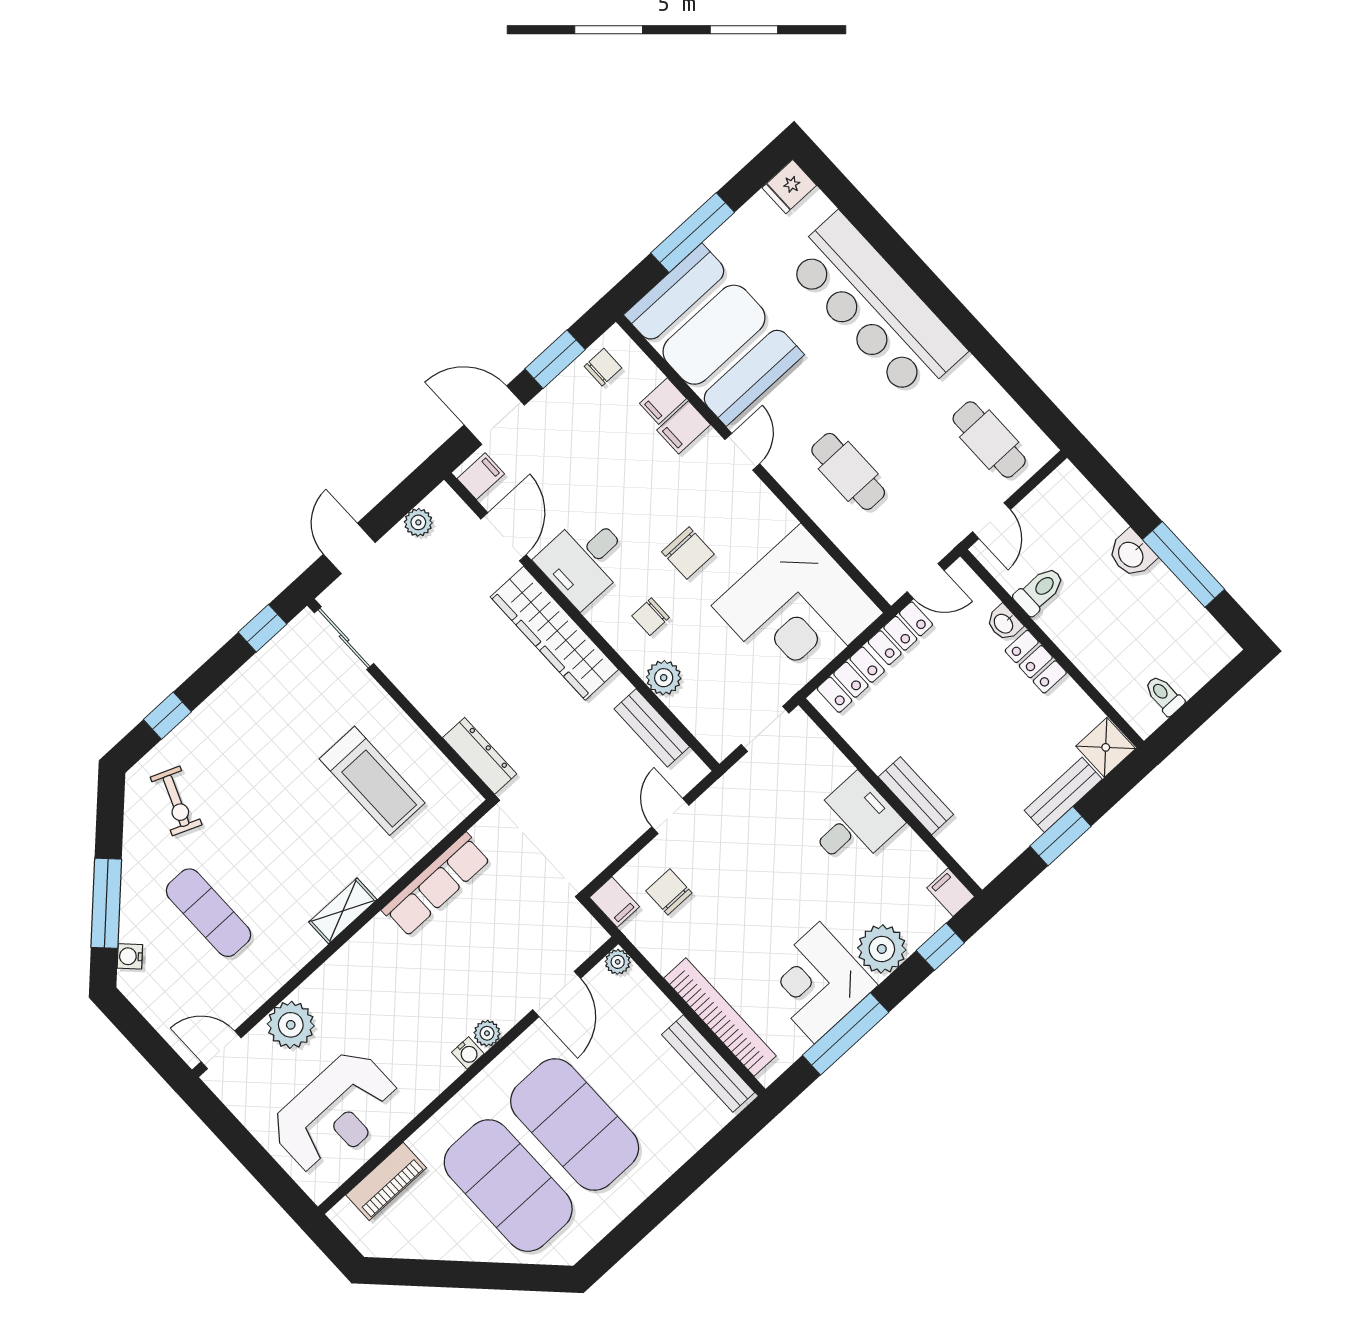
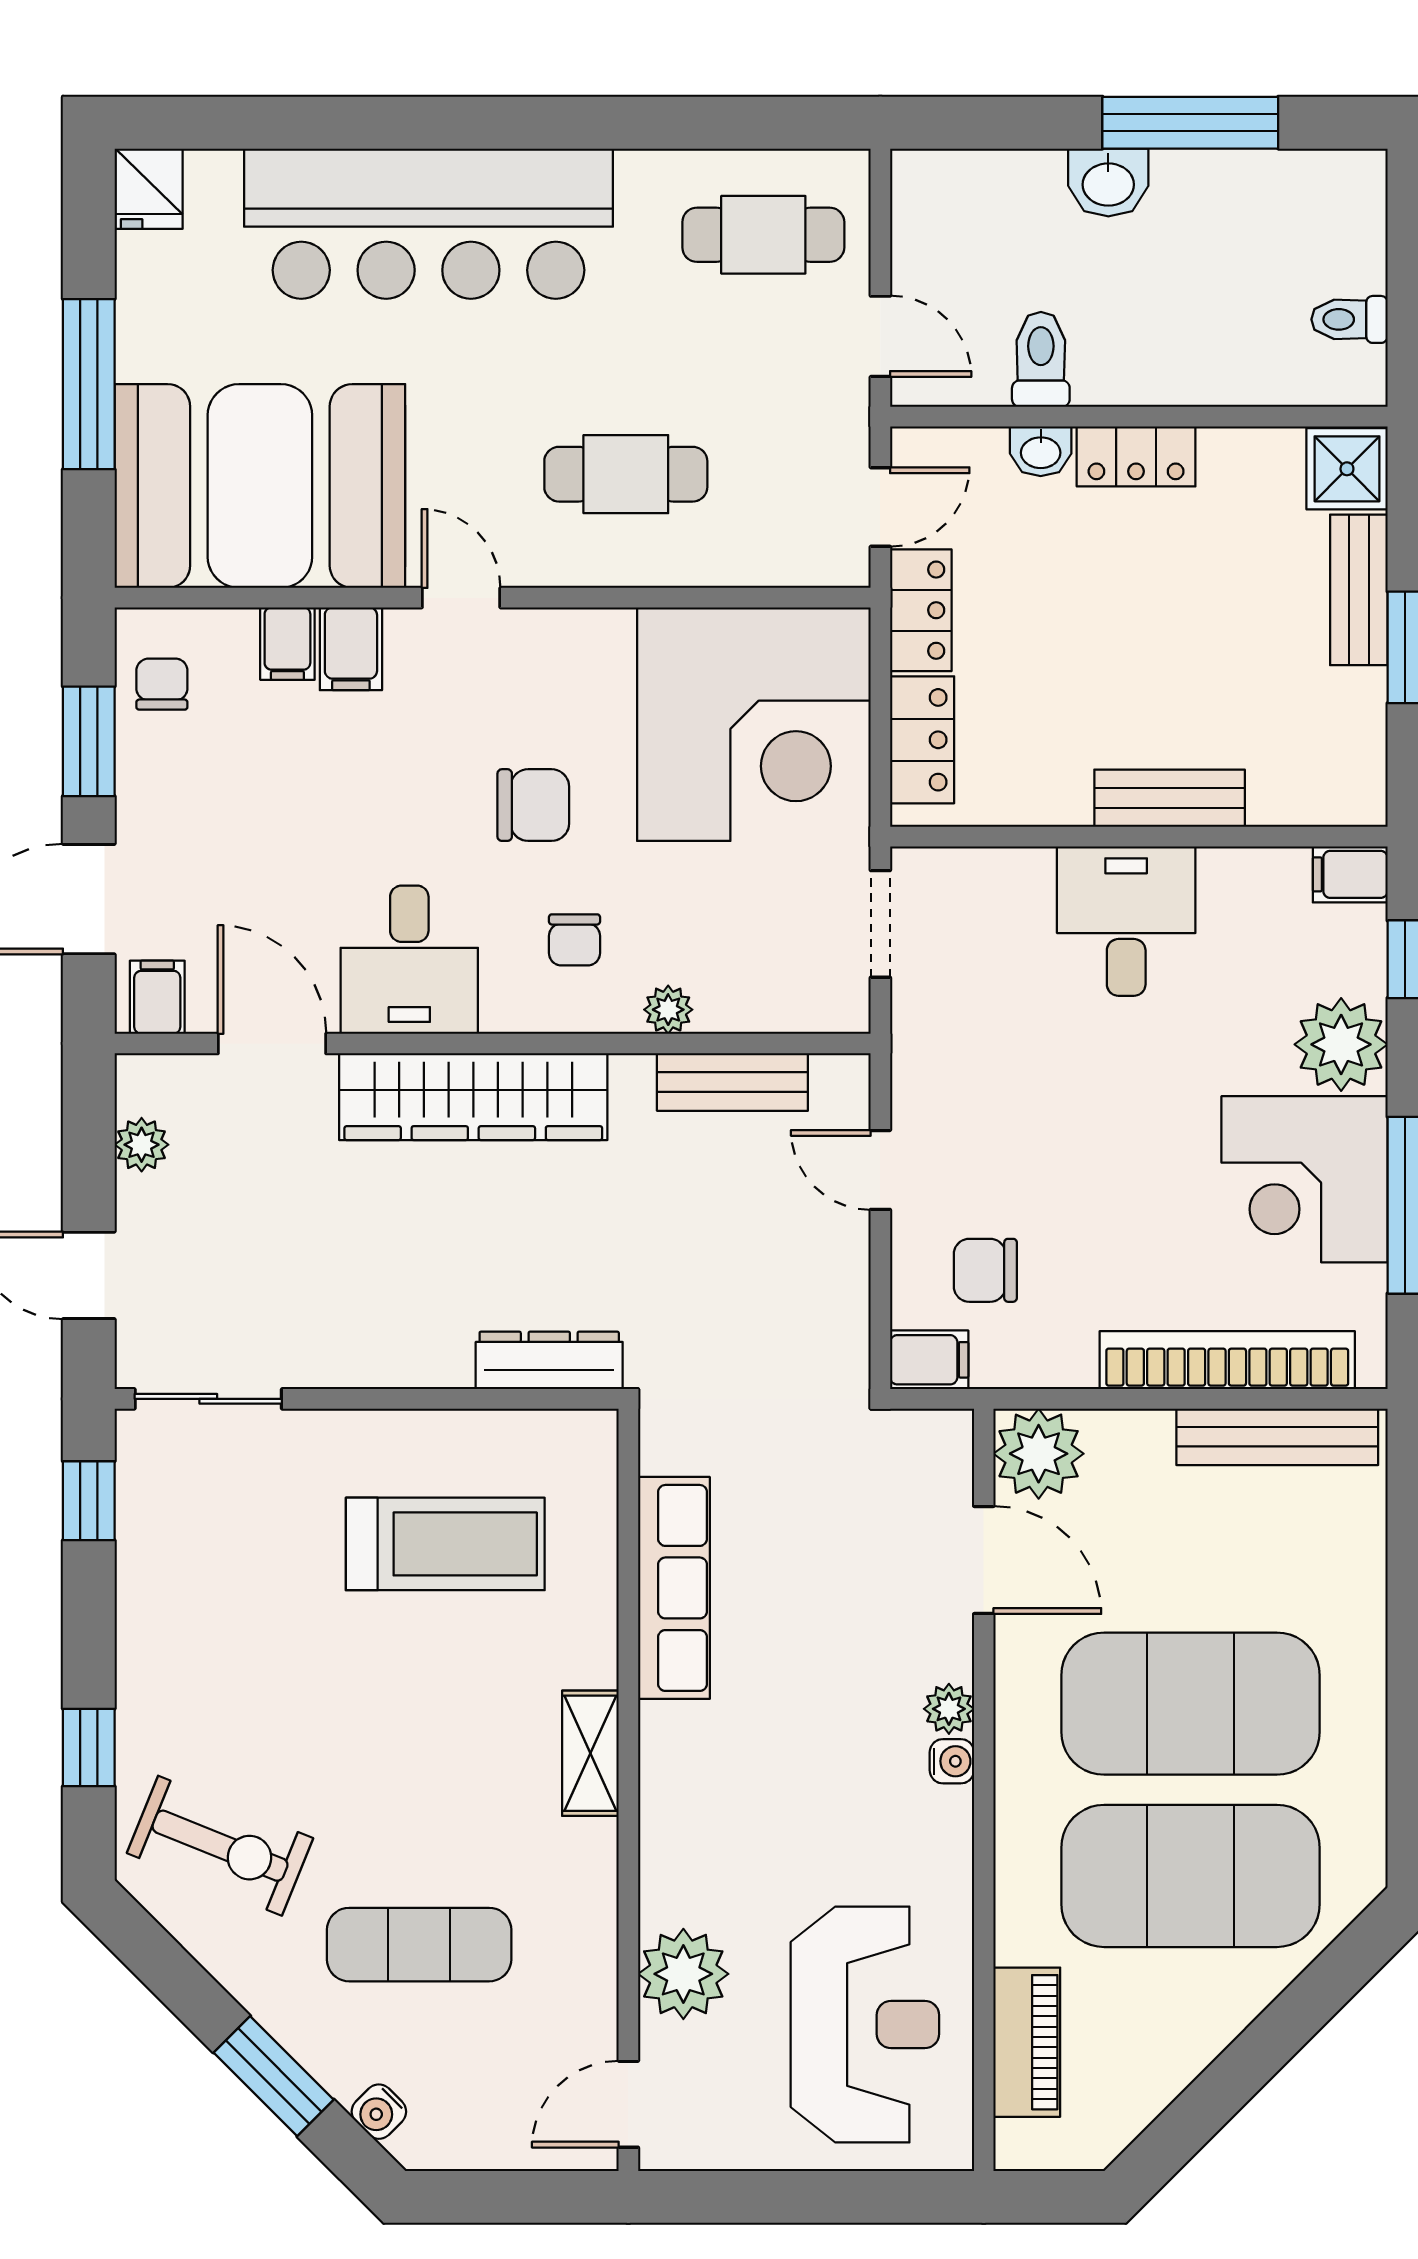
plant: (664, 678) -> (668, 1010), width x0.73, depth x0.73
exercise bike: (176, 801) -> (220, 1846), width x1.38, depth x1.39
window: (106, 903) -> (274, 2076), width x0.69
plant: (618, 962) -> (1039, 1454), width x1.87, depth x1.87

